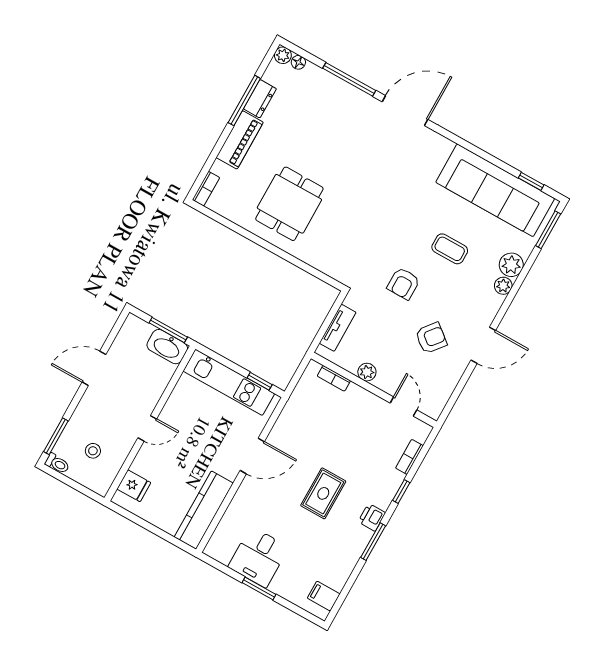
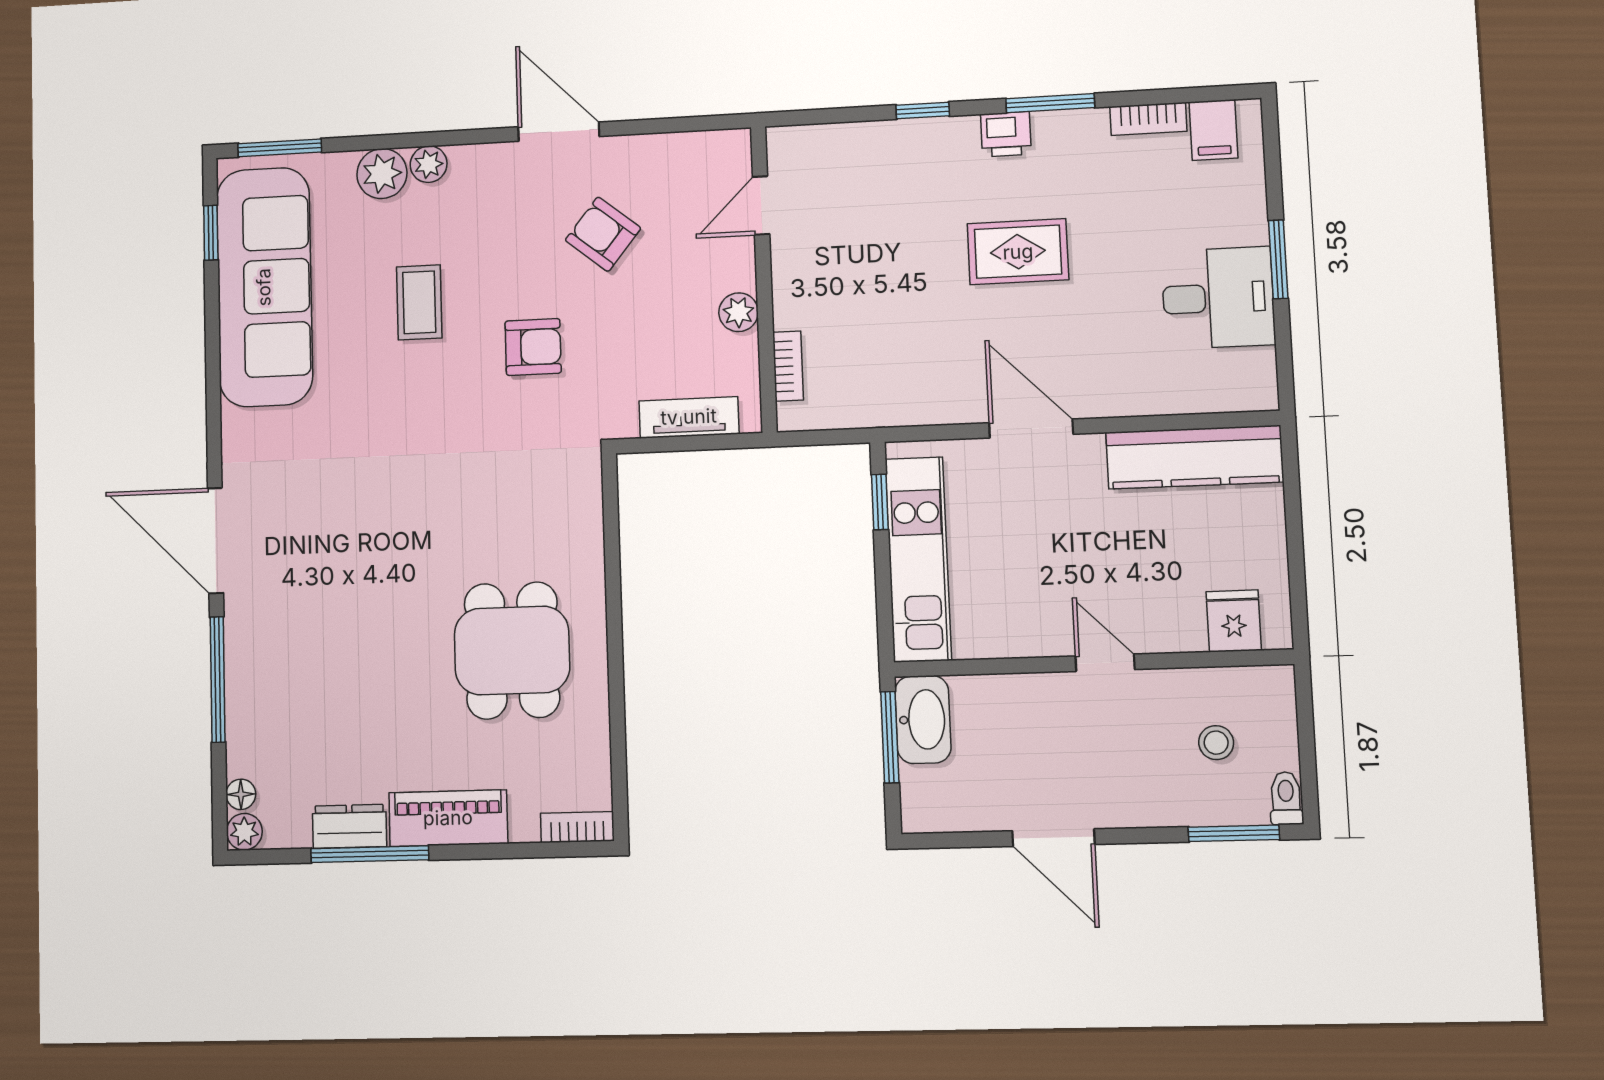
dining table: (289, 204) -> (512, 650), turned 90
bookcase: (409, 457) -> (1148, 119), moved

